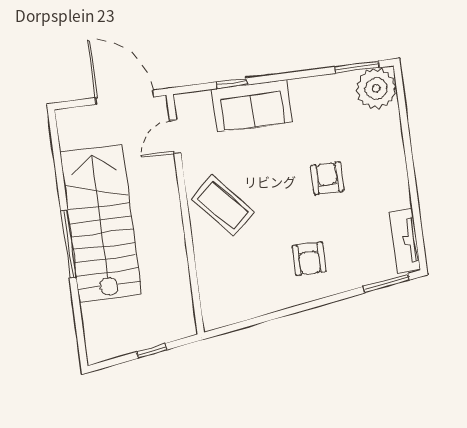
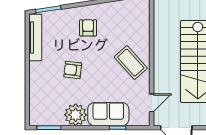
plant: (376, 88) -> (76, 115), moved
armchair: (327, 178) -> (73, 70), turned 97
tv unit: (405, 241) -> (35, 38), width x1.41

